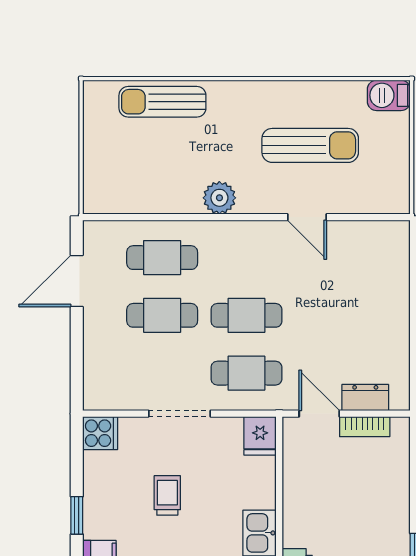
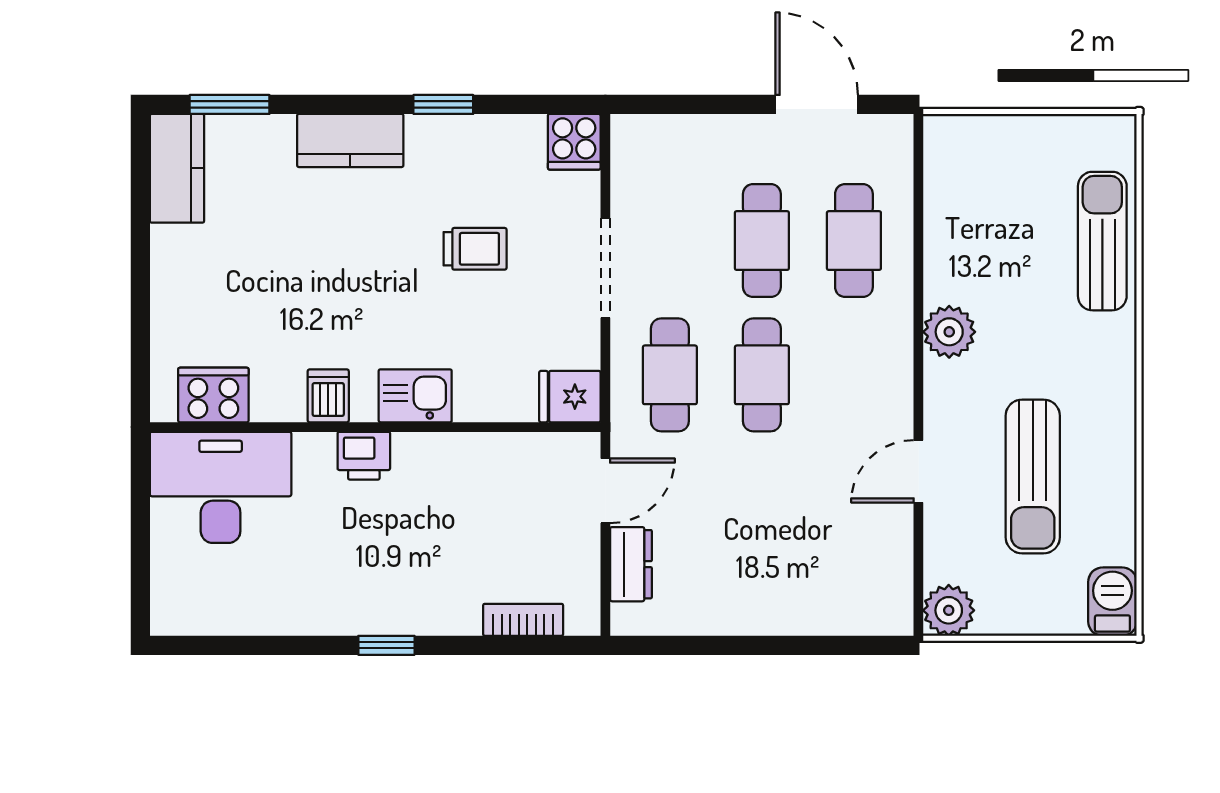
plant: (394, 198) -> (949, 610), added
bookcase: (365, 427) -> (523, 620), moved, turned 90

